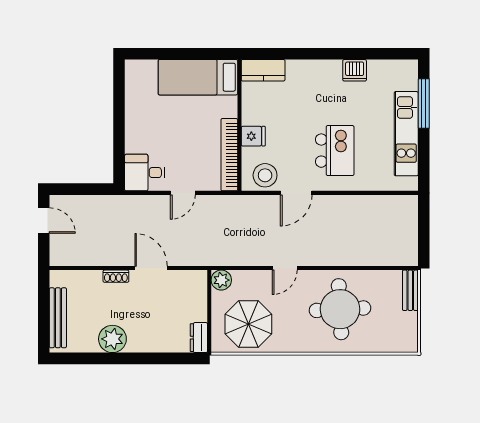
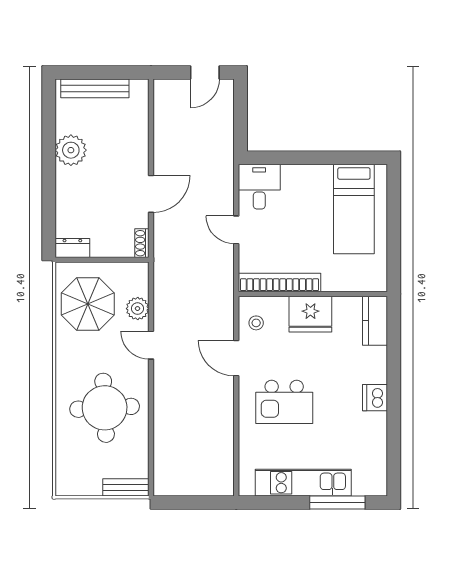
dishwasher: (355, 70) -> (375, 398), moved
bed: (198, 77) -> (354, 209), moved, turned 180
fridge: (253, 136) -> (310, 314), width x1.88, depth x1.34
stool: (265, 175) -> (256, 323), width x0.53, depth x0.53
shoe rack: (116, 276) -> (142, 243), moved
plant: (221, 280) -> (138, 309), moved

